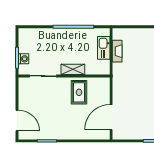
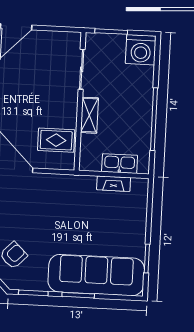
washing machine: (24, 59) -> (141, 50), moved, width x1.89, depth x1.89
rug: (79, 92) -> (56, 140), moved

